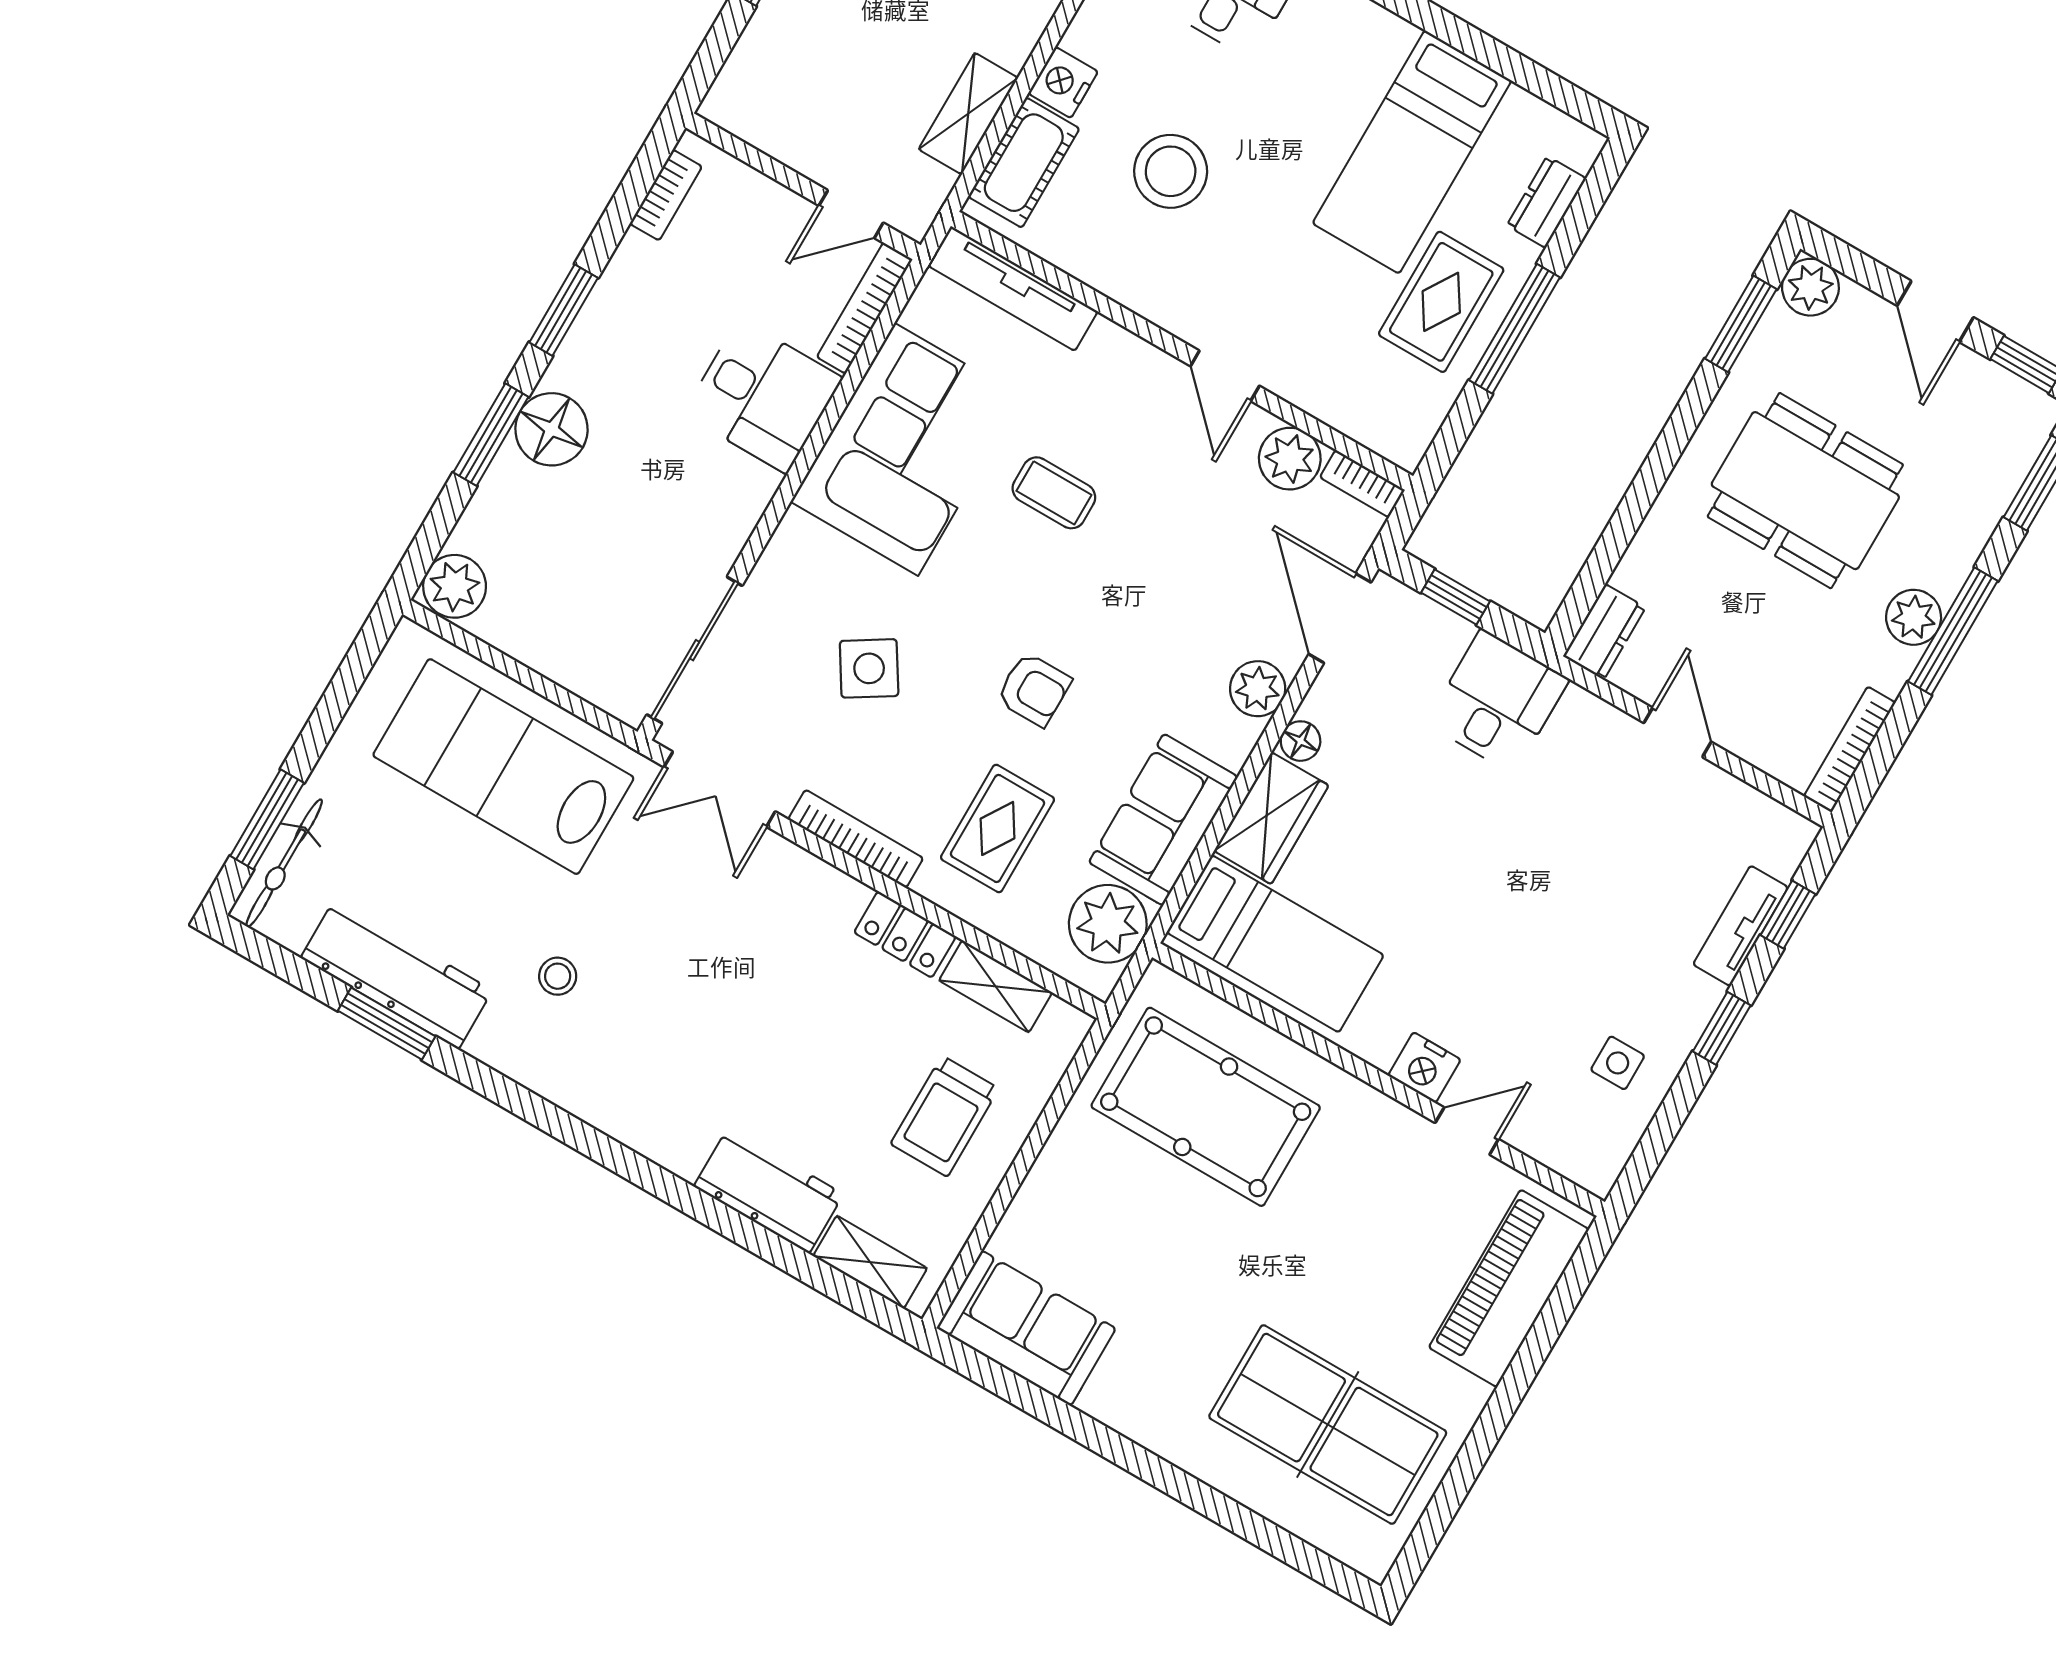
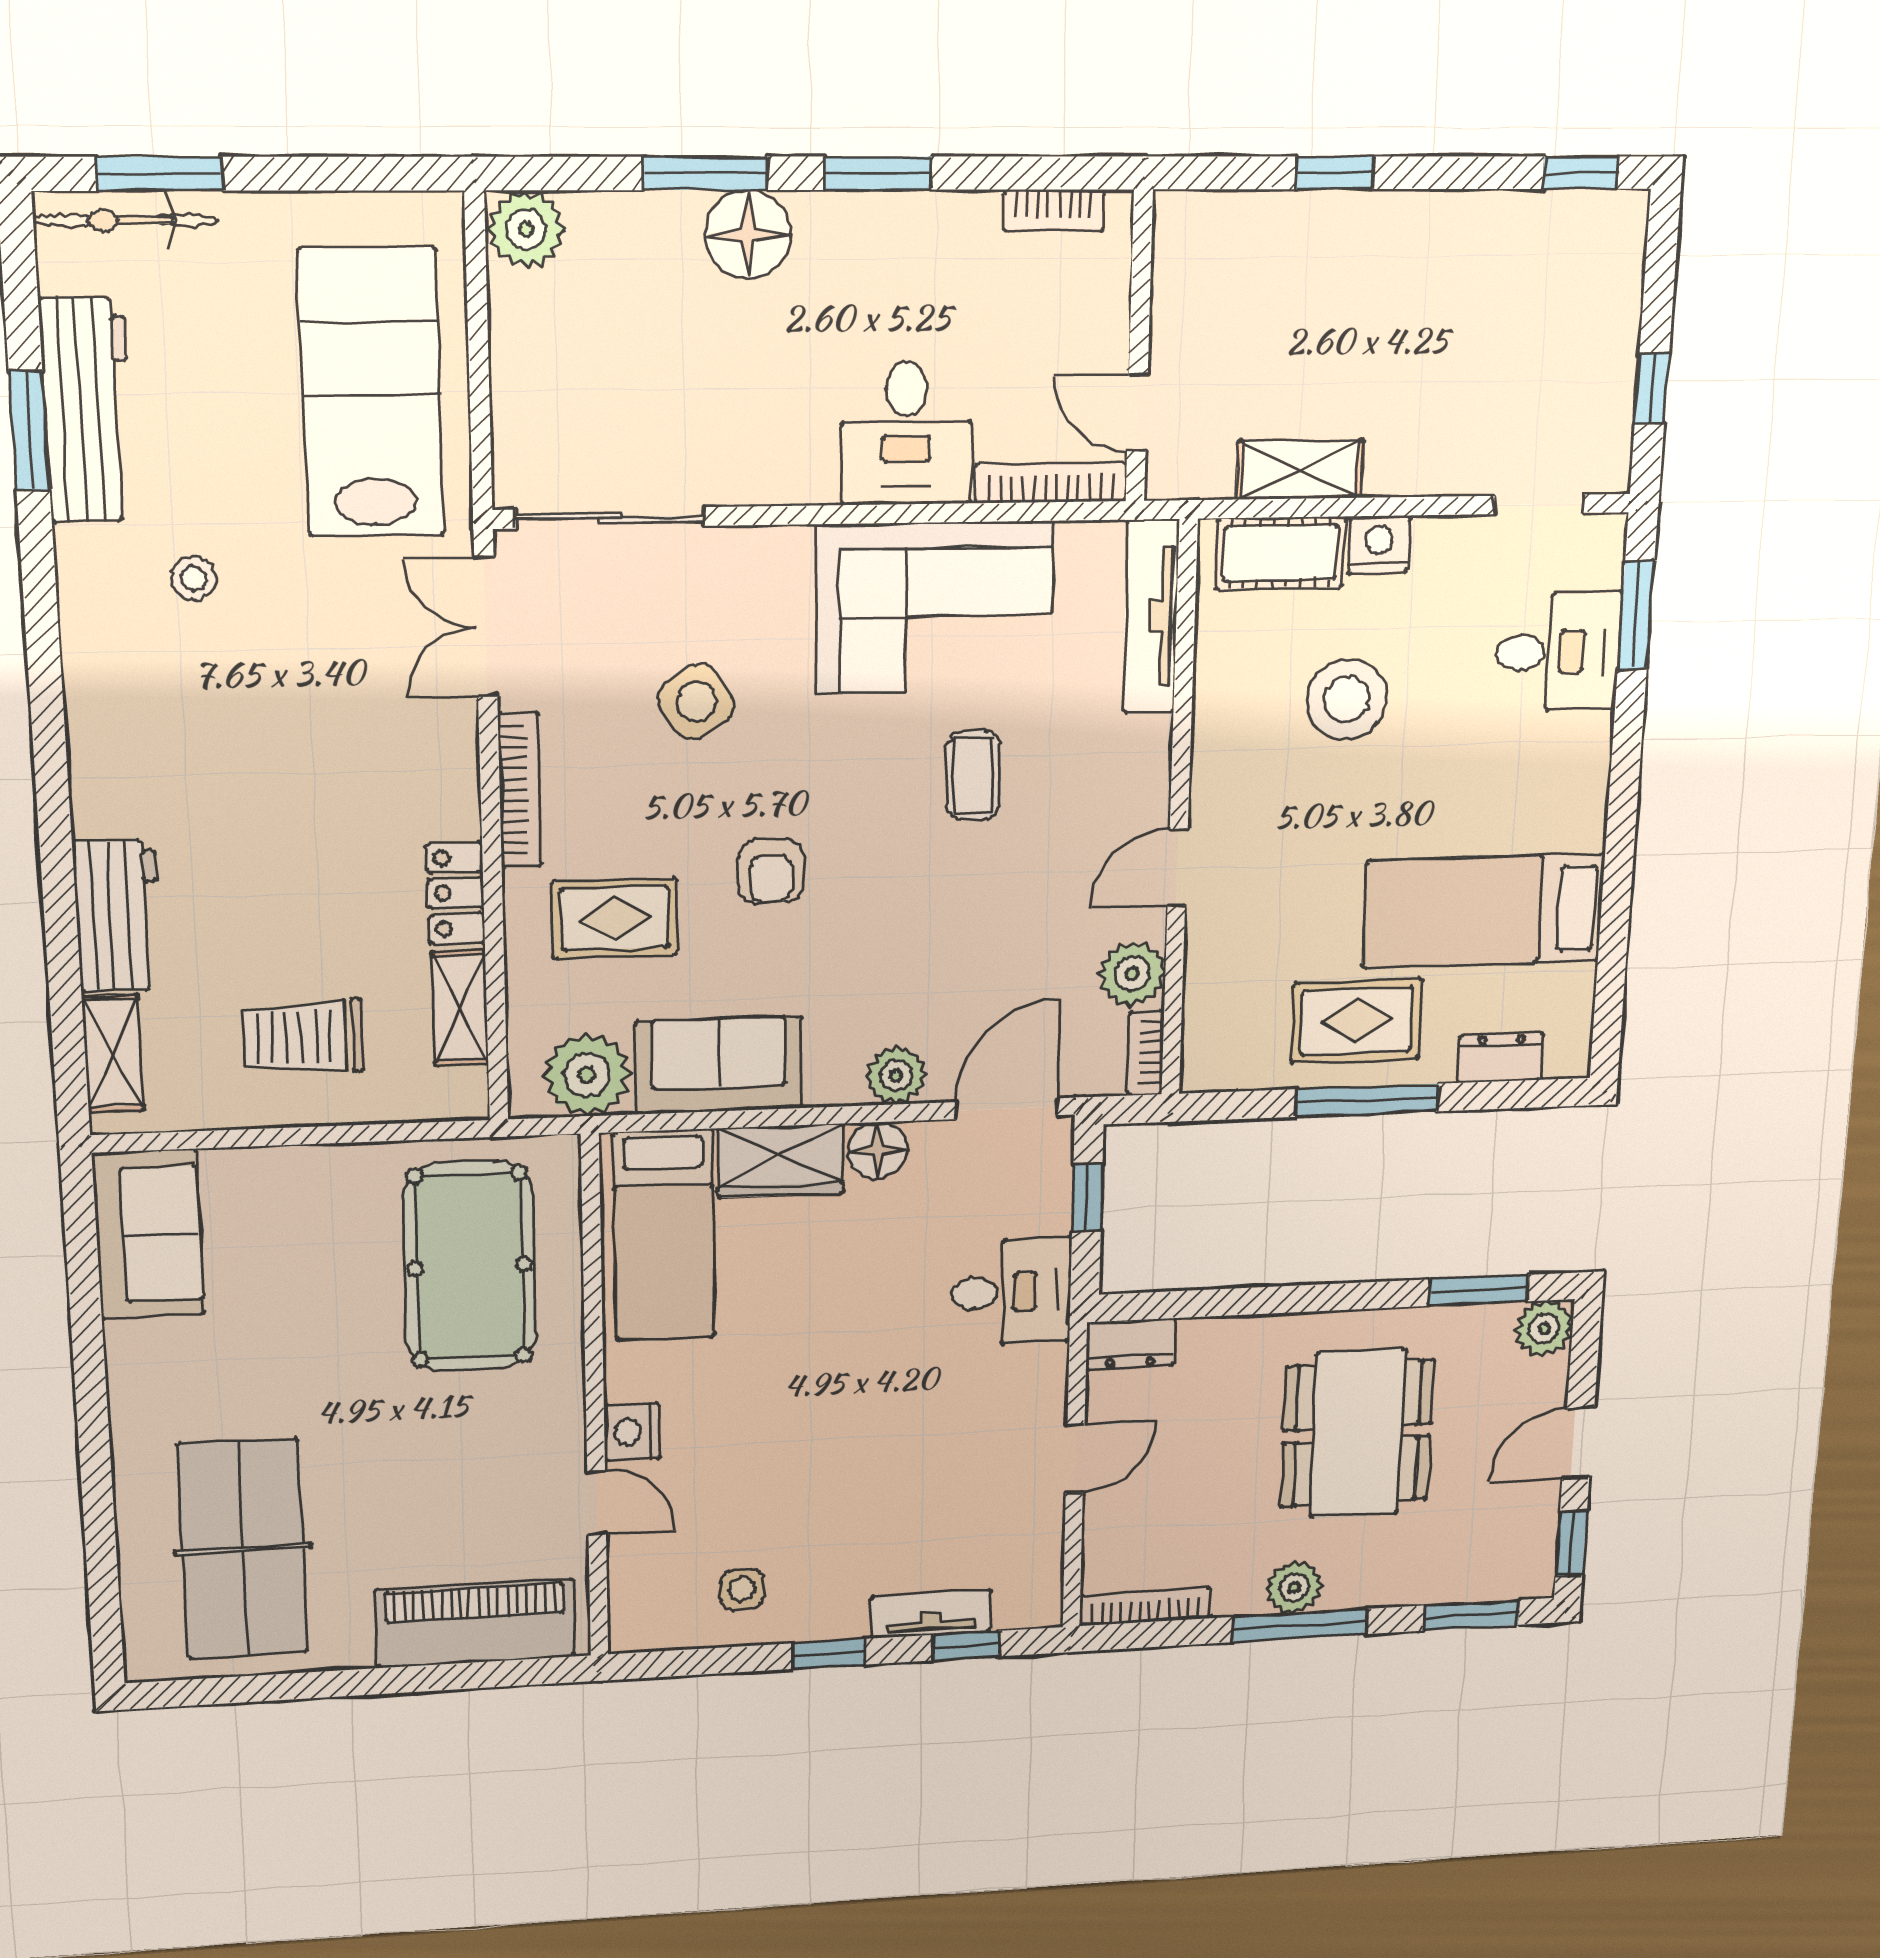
floor lamp: (1301, 741) -> (878, 1150), width x1.37, depth x1.37

